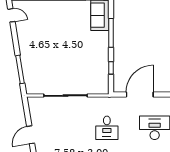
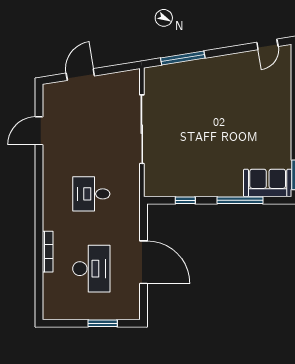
door: (140, 94) -> (144, 262), moved
door: (31, 135) -> (80, 75), hinge flipped

